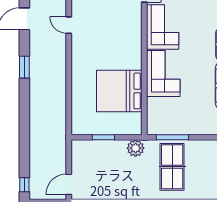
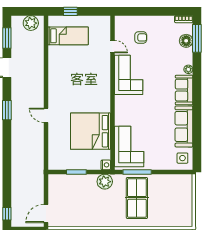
door: (69, 25) -> (46, 115), moved
corner sofa: (163, 73) -> (129, 146), moved
nightstand: (137, 129) -> (106, 165), added

